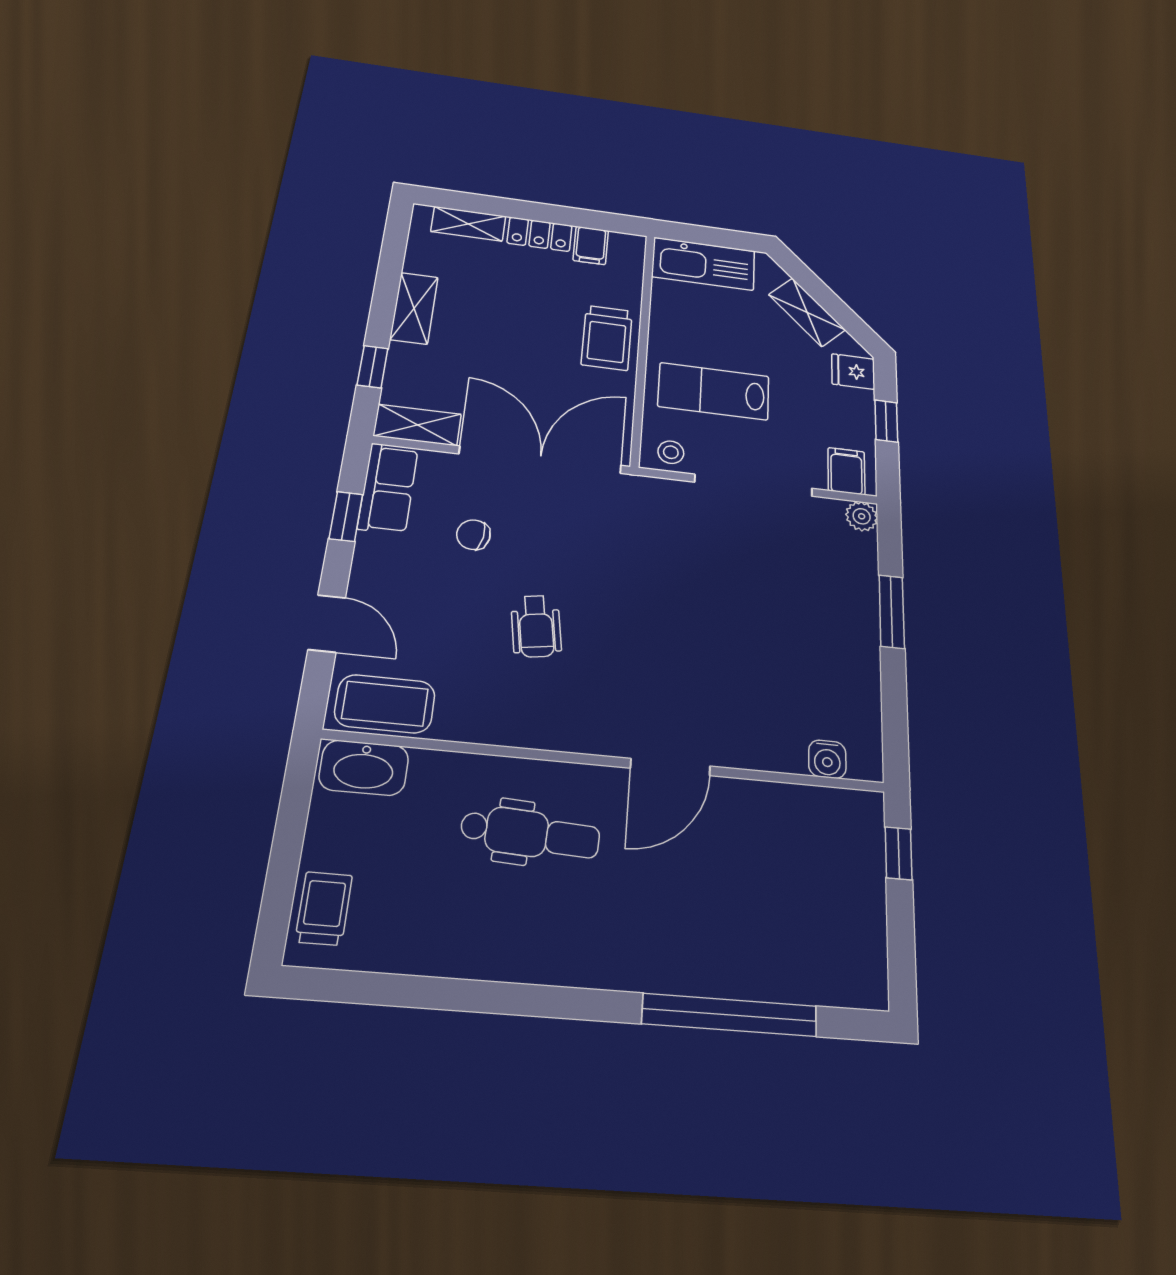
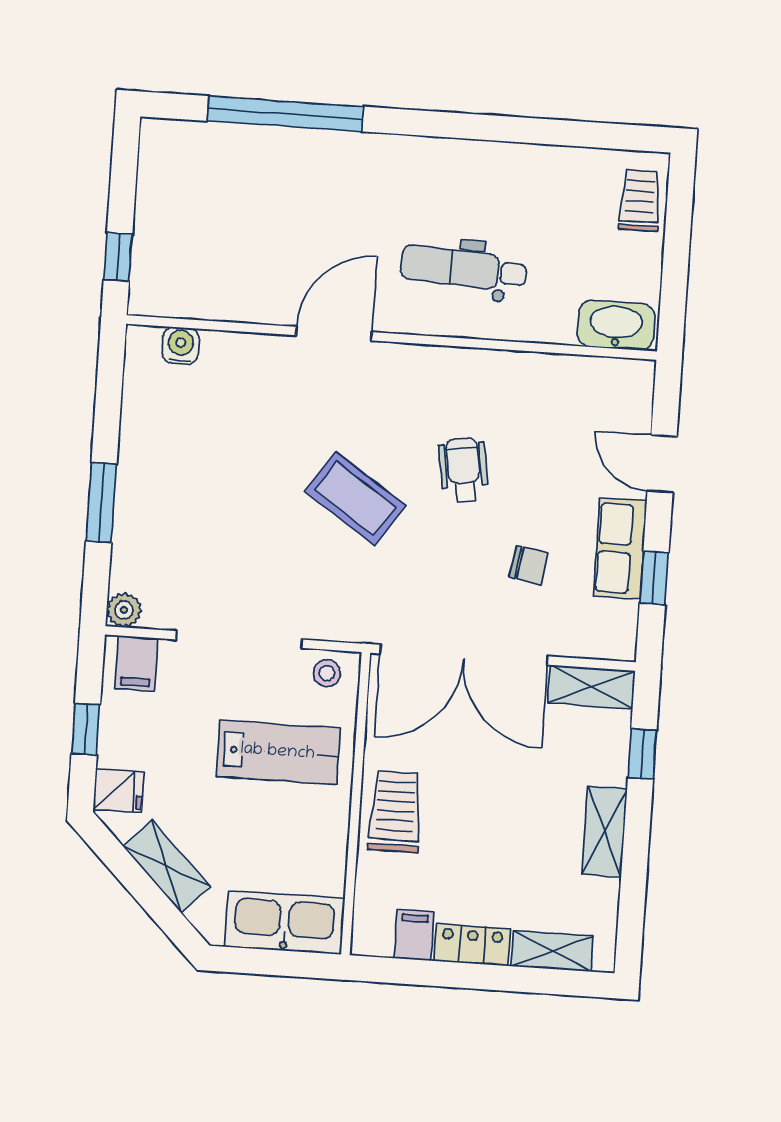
row of seats: (388, 488) -> (620, 548), moved
coffee table: (385, 704) -> (355, 499), moved, turned 34
trolley: (324, 908) -> (640, 200), turned 180

